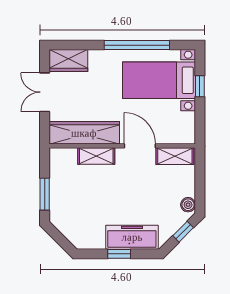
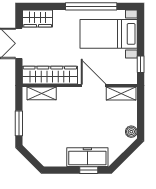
window: (200, 86) -> (141, 64), moved
shelving: (96, 156) -> (42, 93), moved
window: (183, 232) -> (127, 153), removed
window: (119, 254) -> (89, 170), moved

